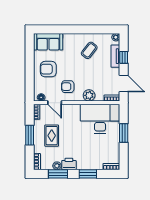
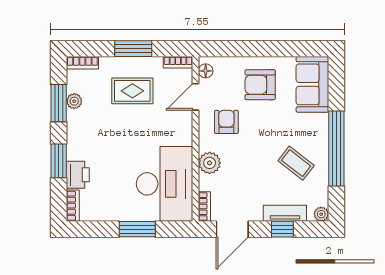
window: (82, 29) -> (336, 149), added
armchair: (48, 69) -> (260, 85), turned -90
printer: (69, 164) -> (78, 175), moved

